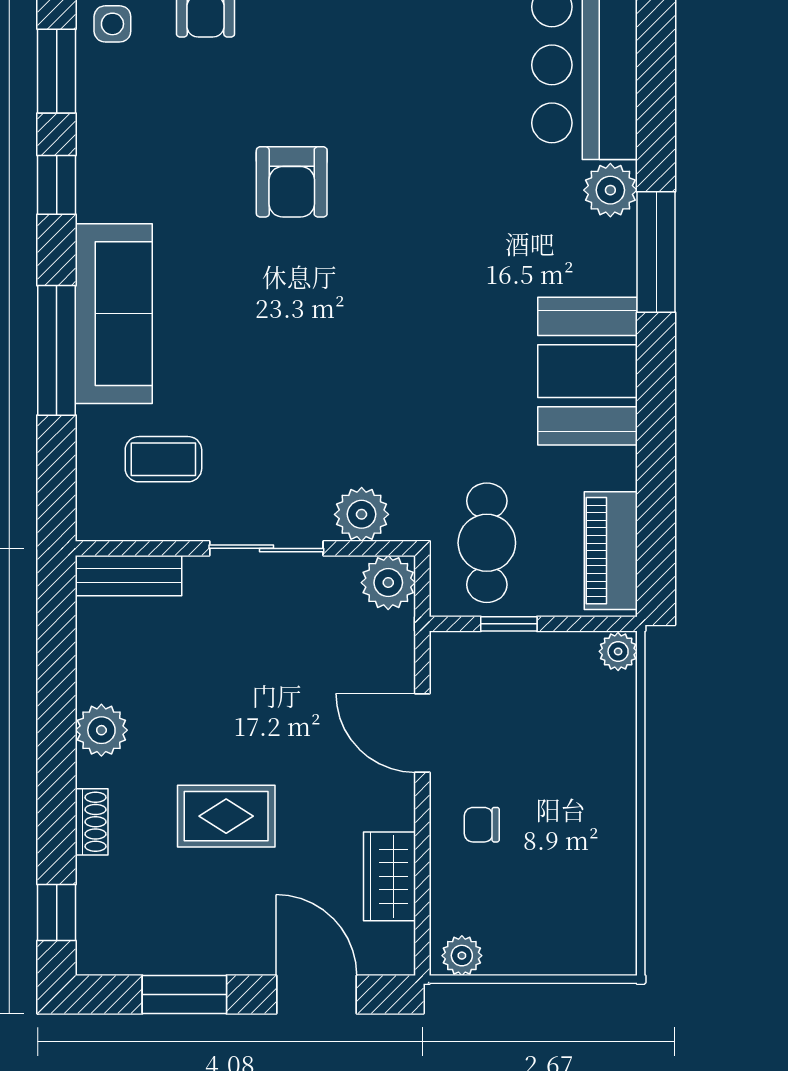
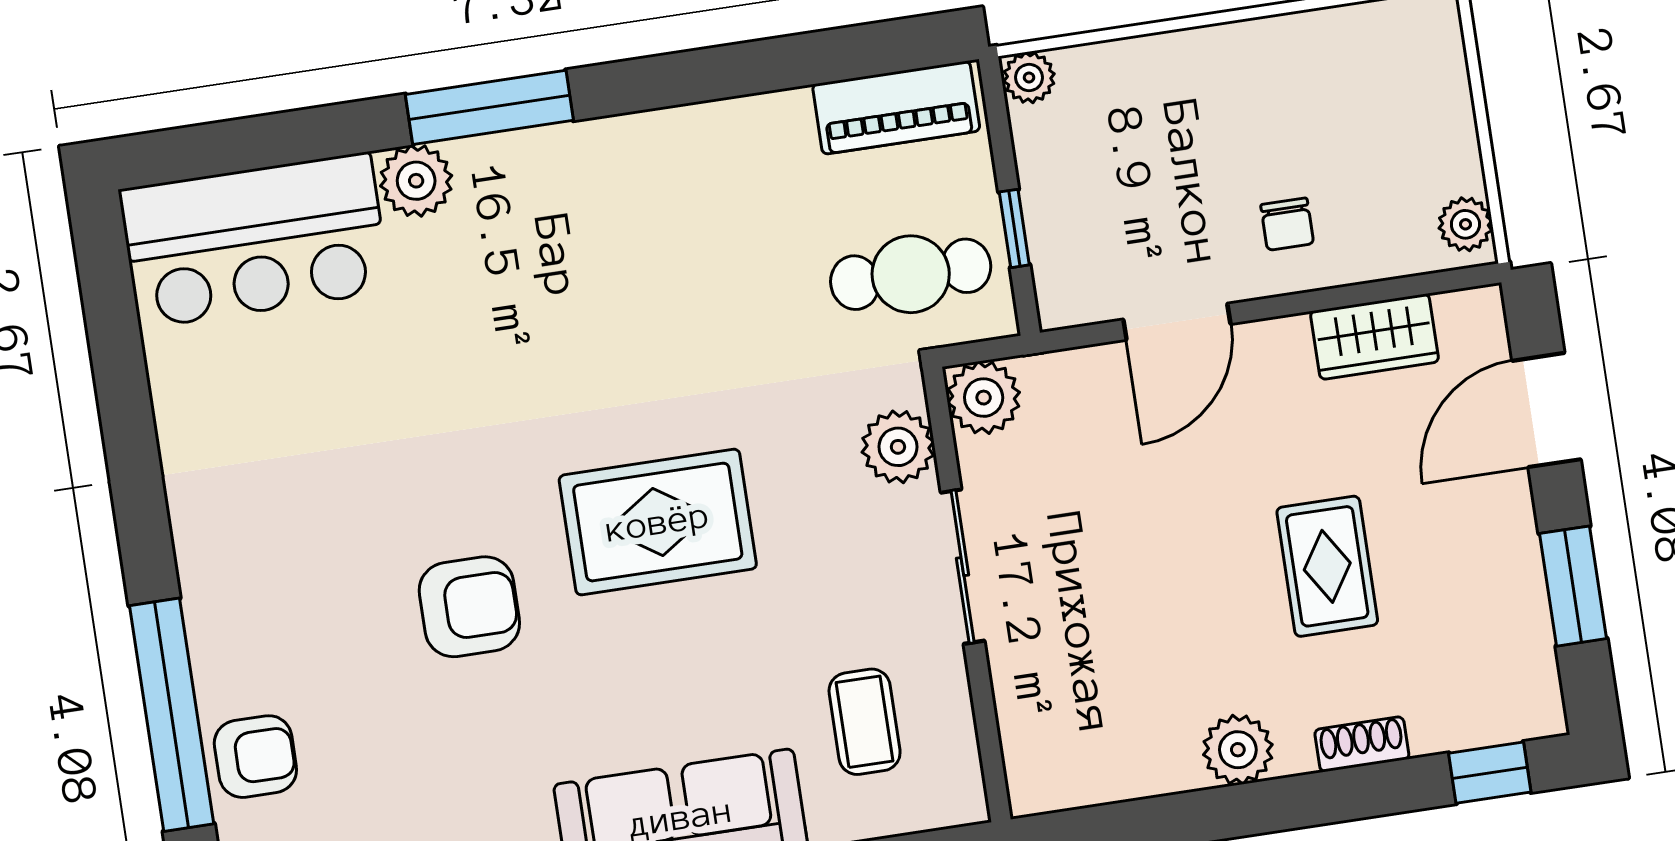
rug: (333, 330) -> (658, 522), added
booth: (588, 371) -> (662, 175), removed
bench: (129, 576) -> (1027, 745), removed

